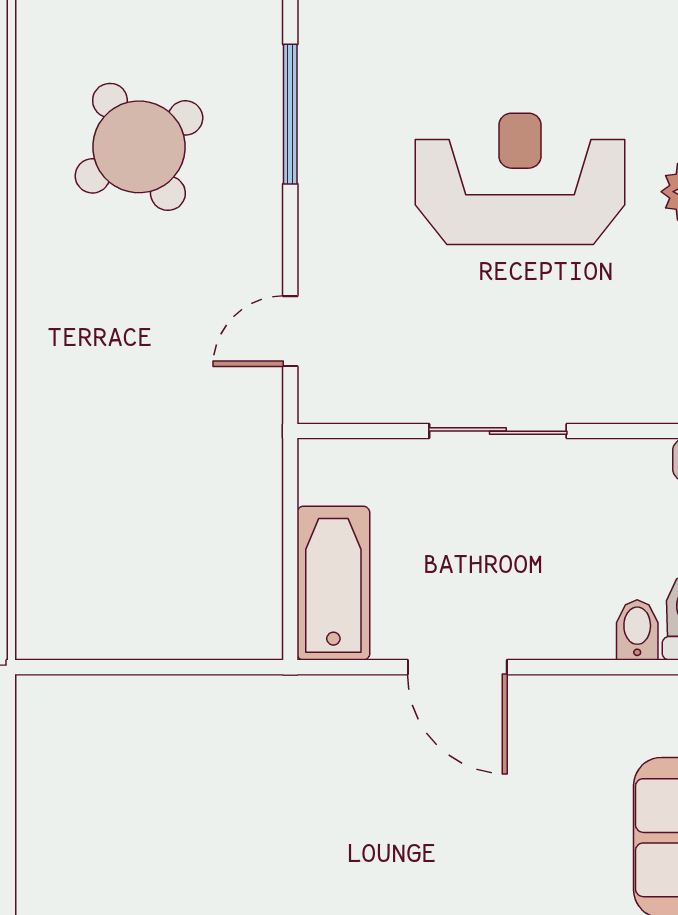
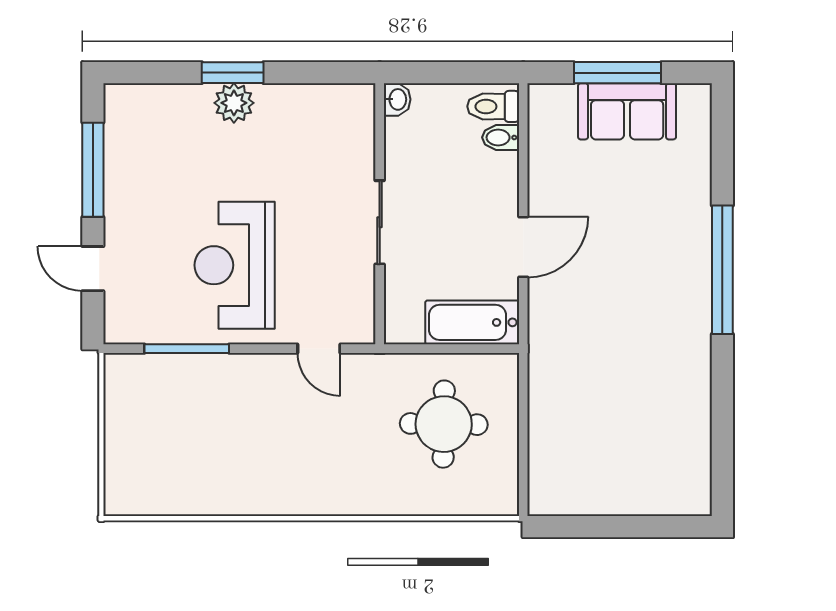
round table: (139, 147) -> (444, 424), moved, turned 33
reception desk: (520, 179) -> (235, 265), moved

